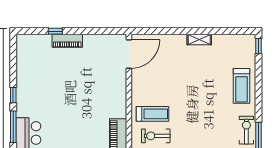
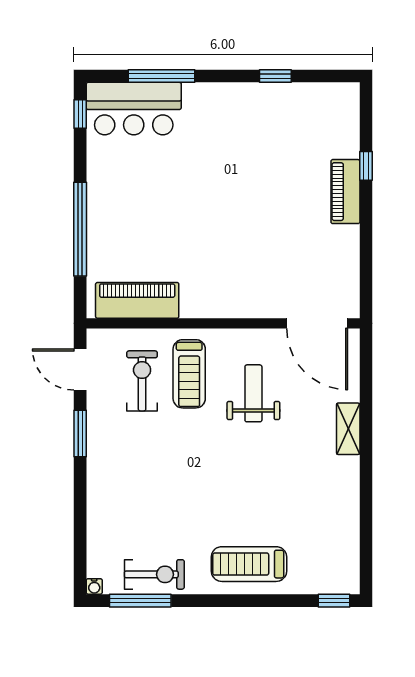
shelving: (199, 39) -> (348, 429), moved
weight bench: (162, 84) -> (253, 393), added
window: (13, 95) -> (275, 76), moved

